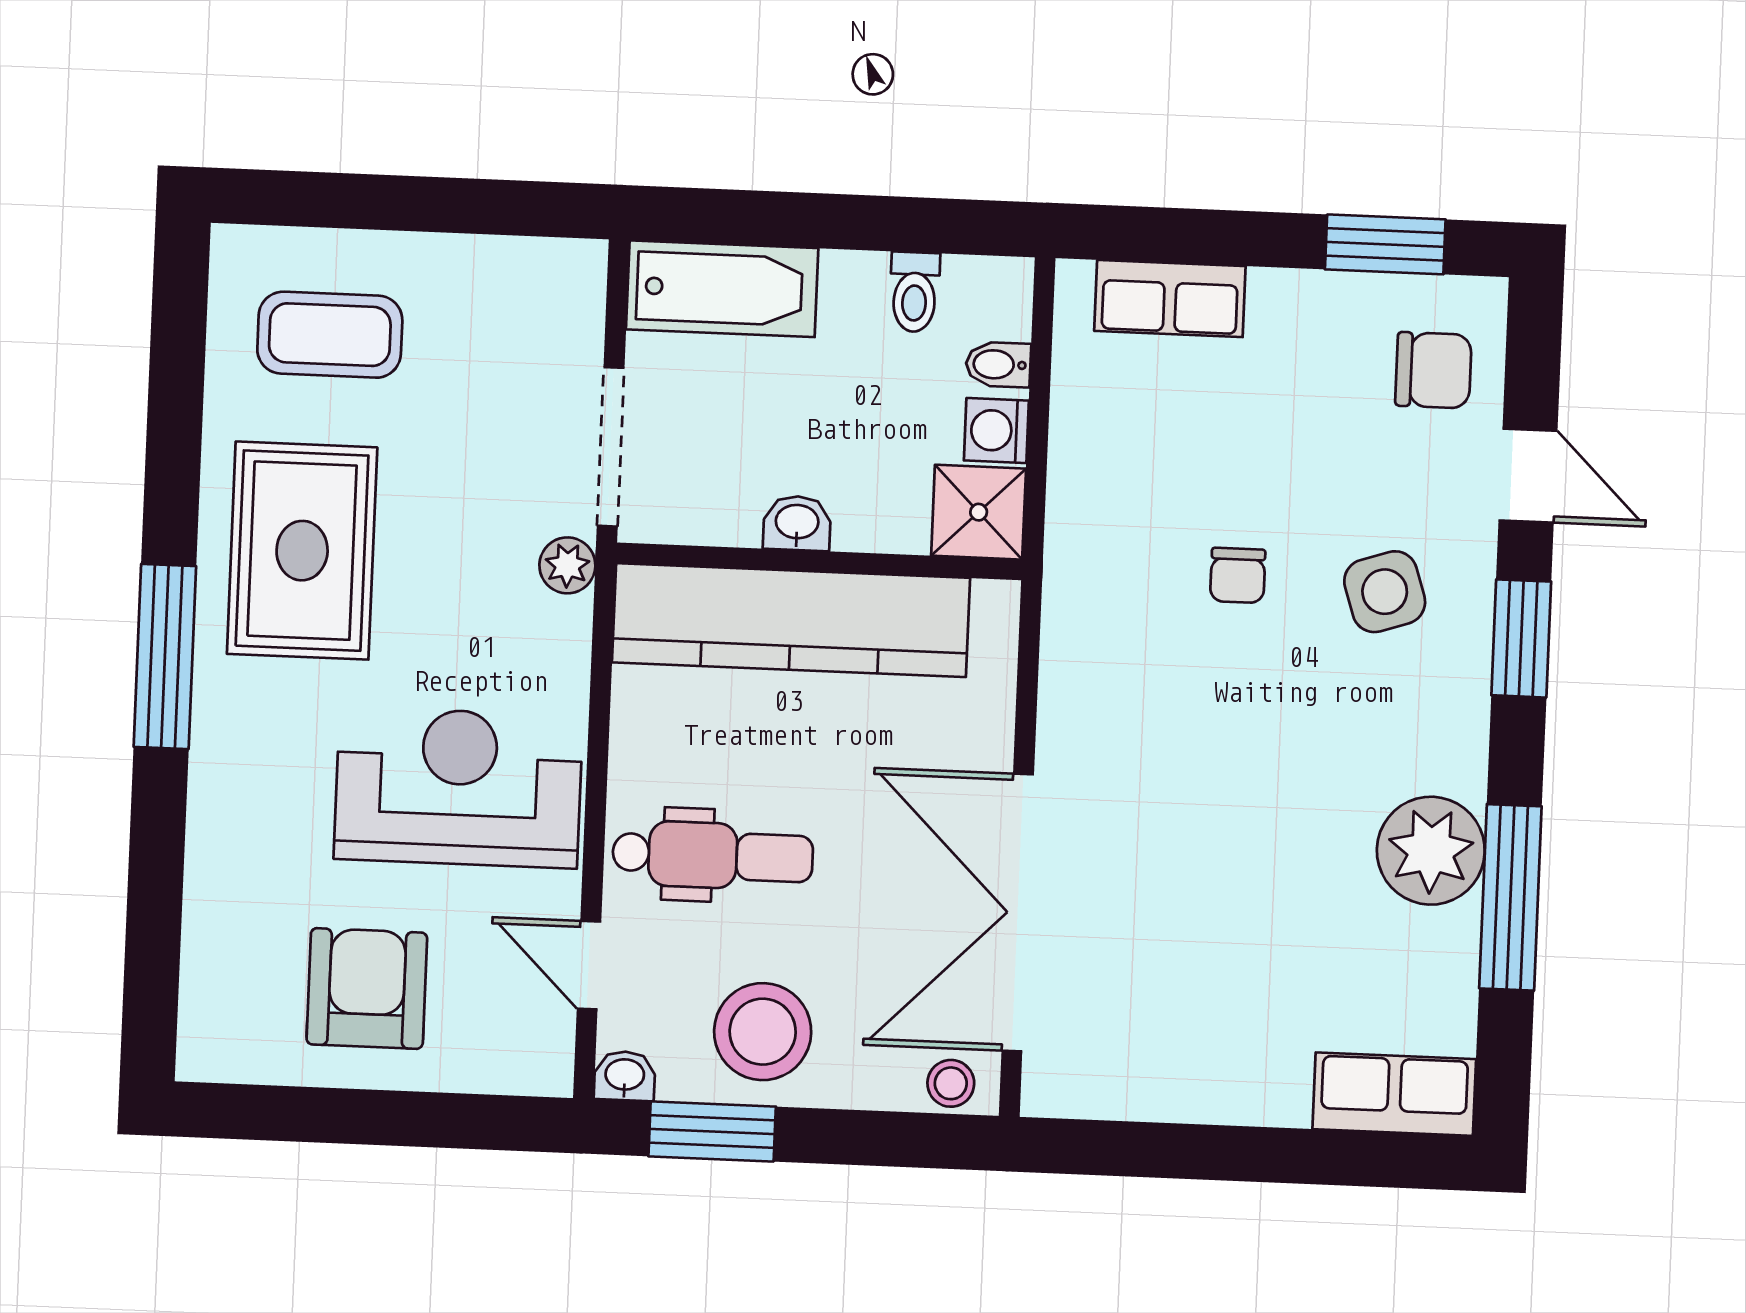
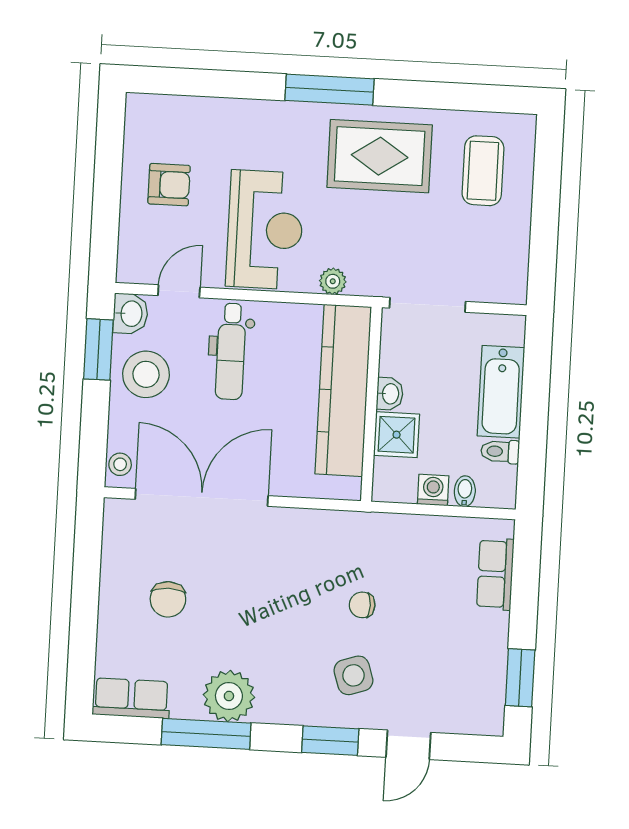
bathtub: (722, 289) -> (501, 392), moved
chair: (1433, 370) -> (168, 599), moved
shower: (979, 512) -> (397, 435), moved
plant: (567, 565) -> (333, 281), moved
armchair: (367, 988) -> (169, 185), width x0.72, depth x0.72
washbasin: (625, 1076) -> (130, 314), width x1.38, depth x1.45
row of seats: (1394, 1094) -> (131, 698), moved, turned -90

